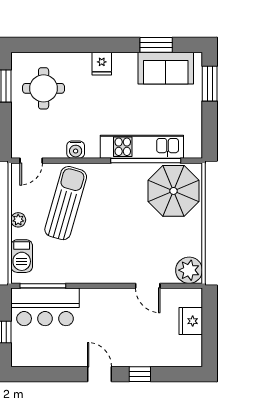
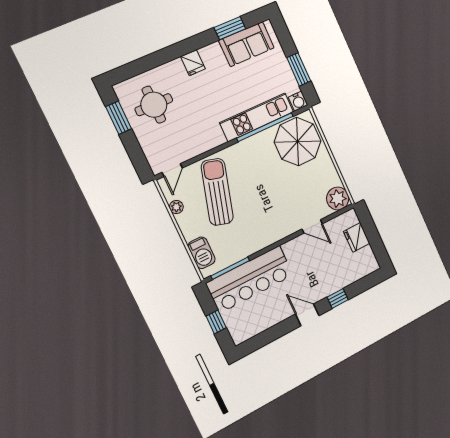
window: (210, 84) -> (299, 69), moved
water cooler: (76, 150) -> (298, 101), moved
plant: (18, 220) -> (176, 207), moved
bar counter: (45, 307) -> (250, 279), width x1.36

